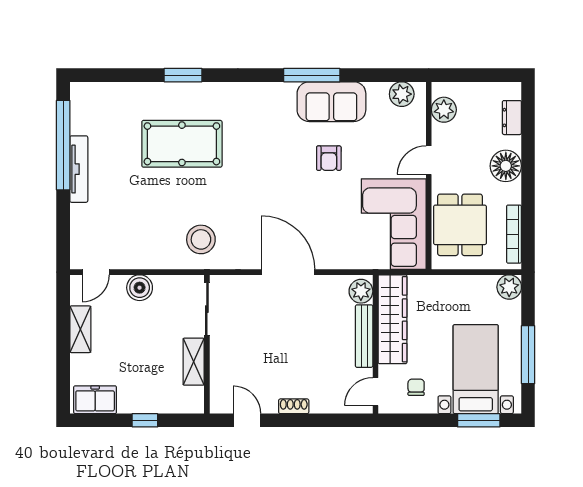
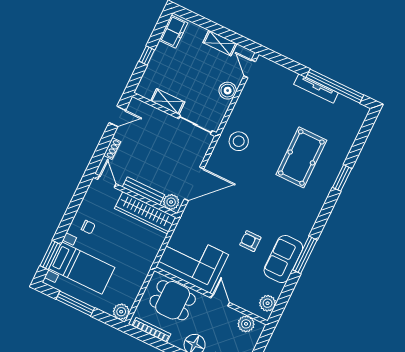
plant: (361, 291) -> (171, 202), moved
wardrobe: (393, 319) -> (145, 213), moved
bench: (364, 336) -> (143, 191), moved
wall: (375, 344) -> (135, 195), moved
door: (375, 392) -> (107, 182), moved

